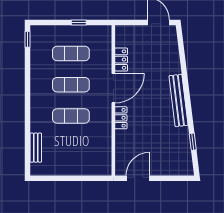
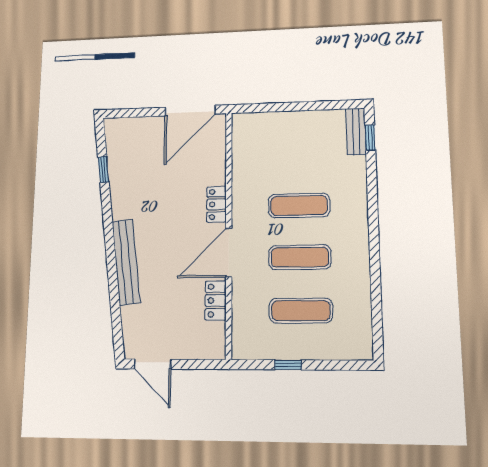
window: (28, 39) -> (370, 138), moved
bench: (178, 100) -> (126, 262), moved
bench: (36, 148) -> (356, 131), moved
door: (138, 178) -> (190, 111), width x1.36

